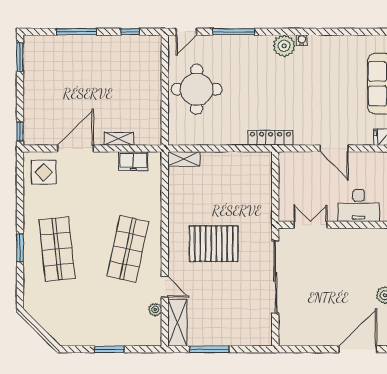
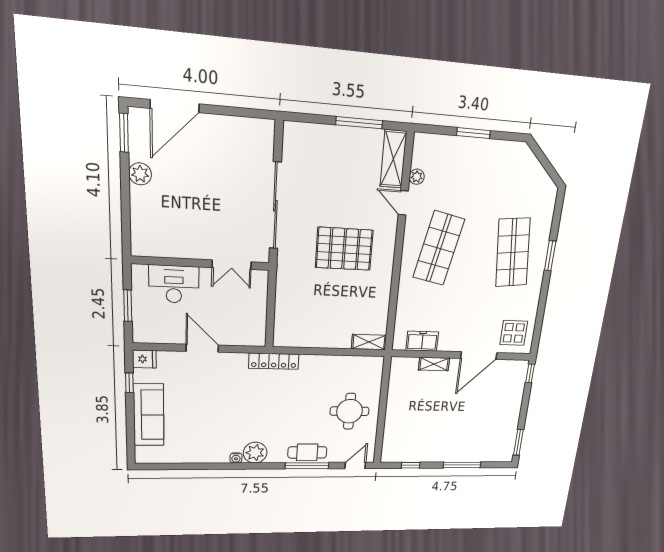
cafe table: (234, 46) -> (307, 452), added
round table: (197, 89) -> (349, 411), width x0.73, depth x0.73

